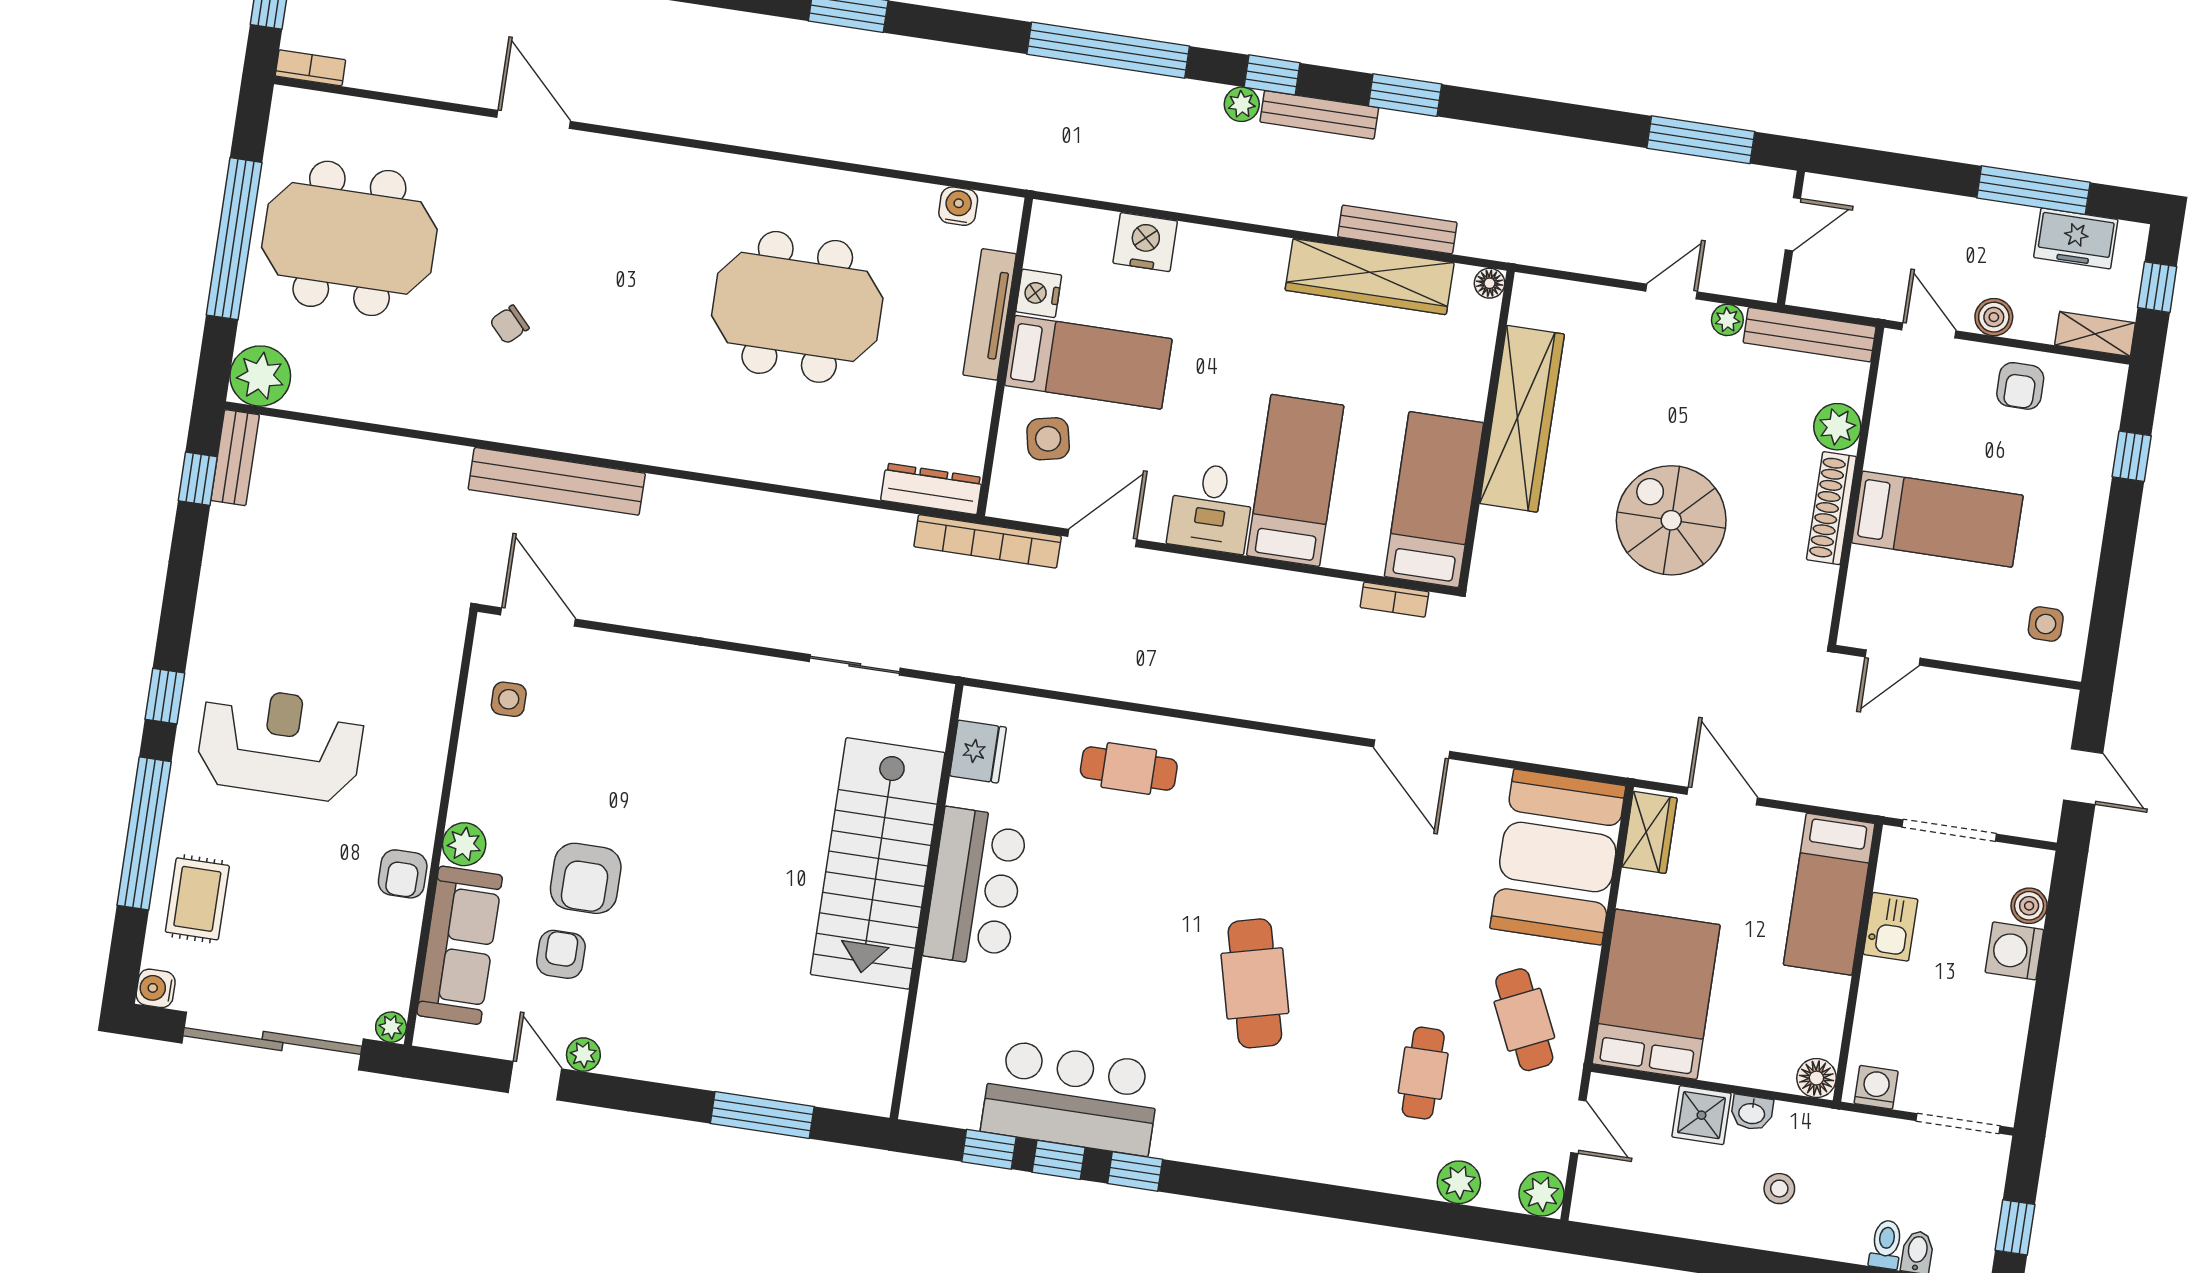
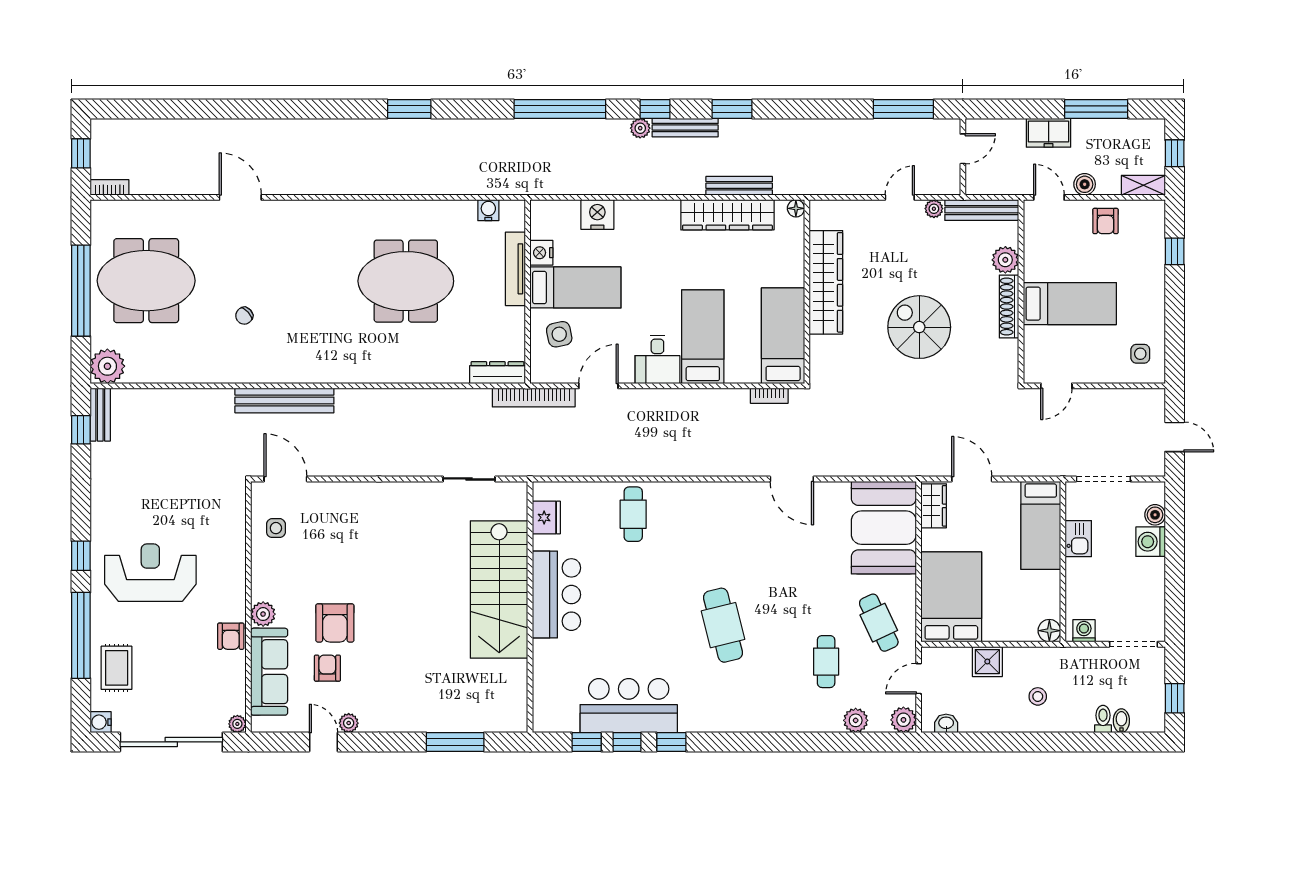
freezer: (2076, 238) -> (1049, 133), moved
cafe table: (1129, 769) -> (633, 514), turned 90
washbasin: (1752, 1113) -> (946, 723), moved, turned 180
door: (1578, 1127) -> (919, 679), swing flipped

